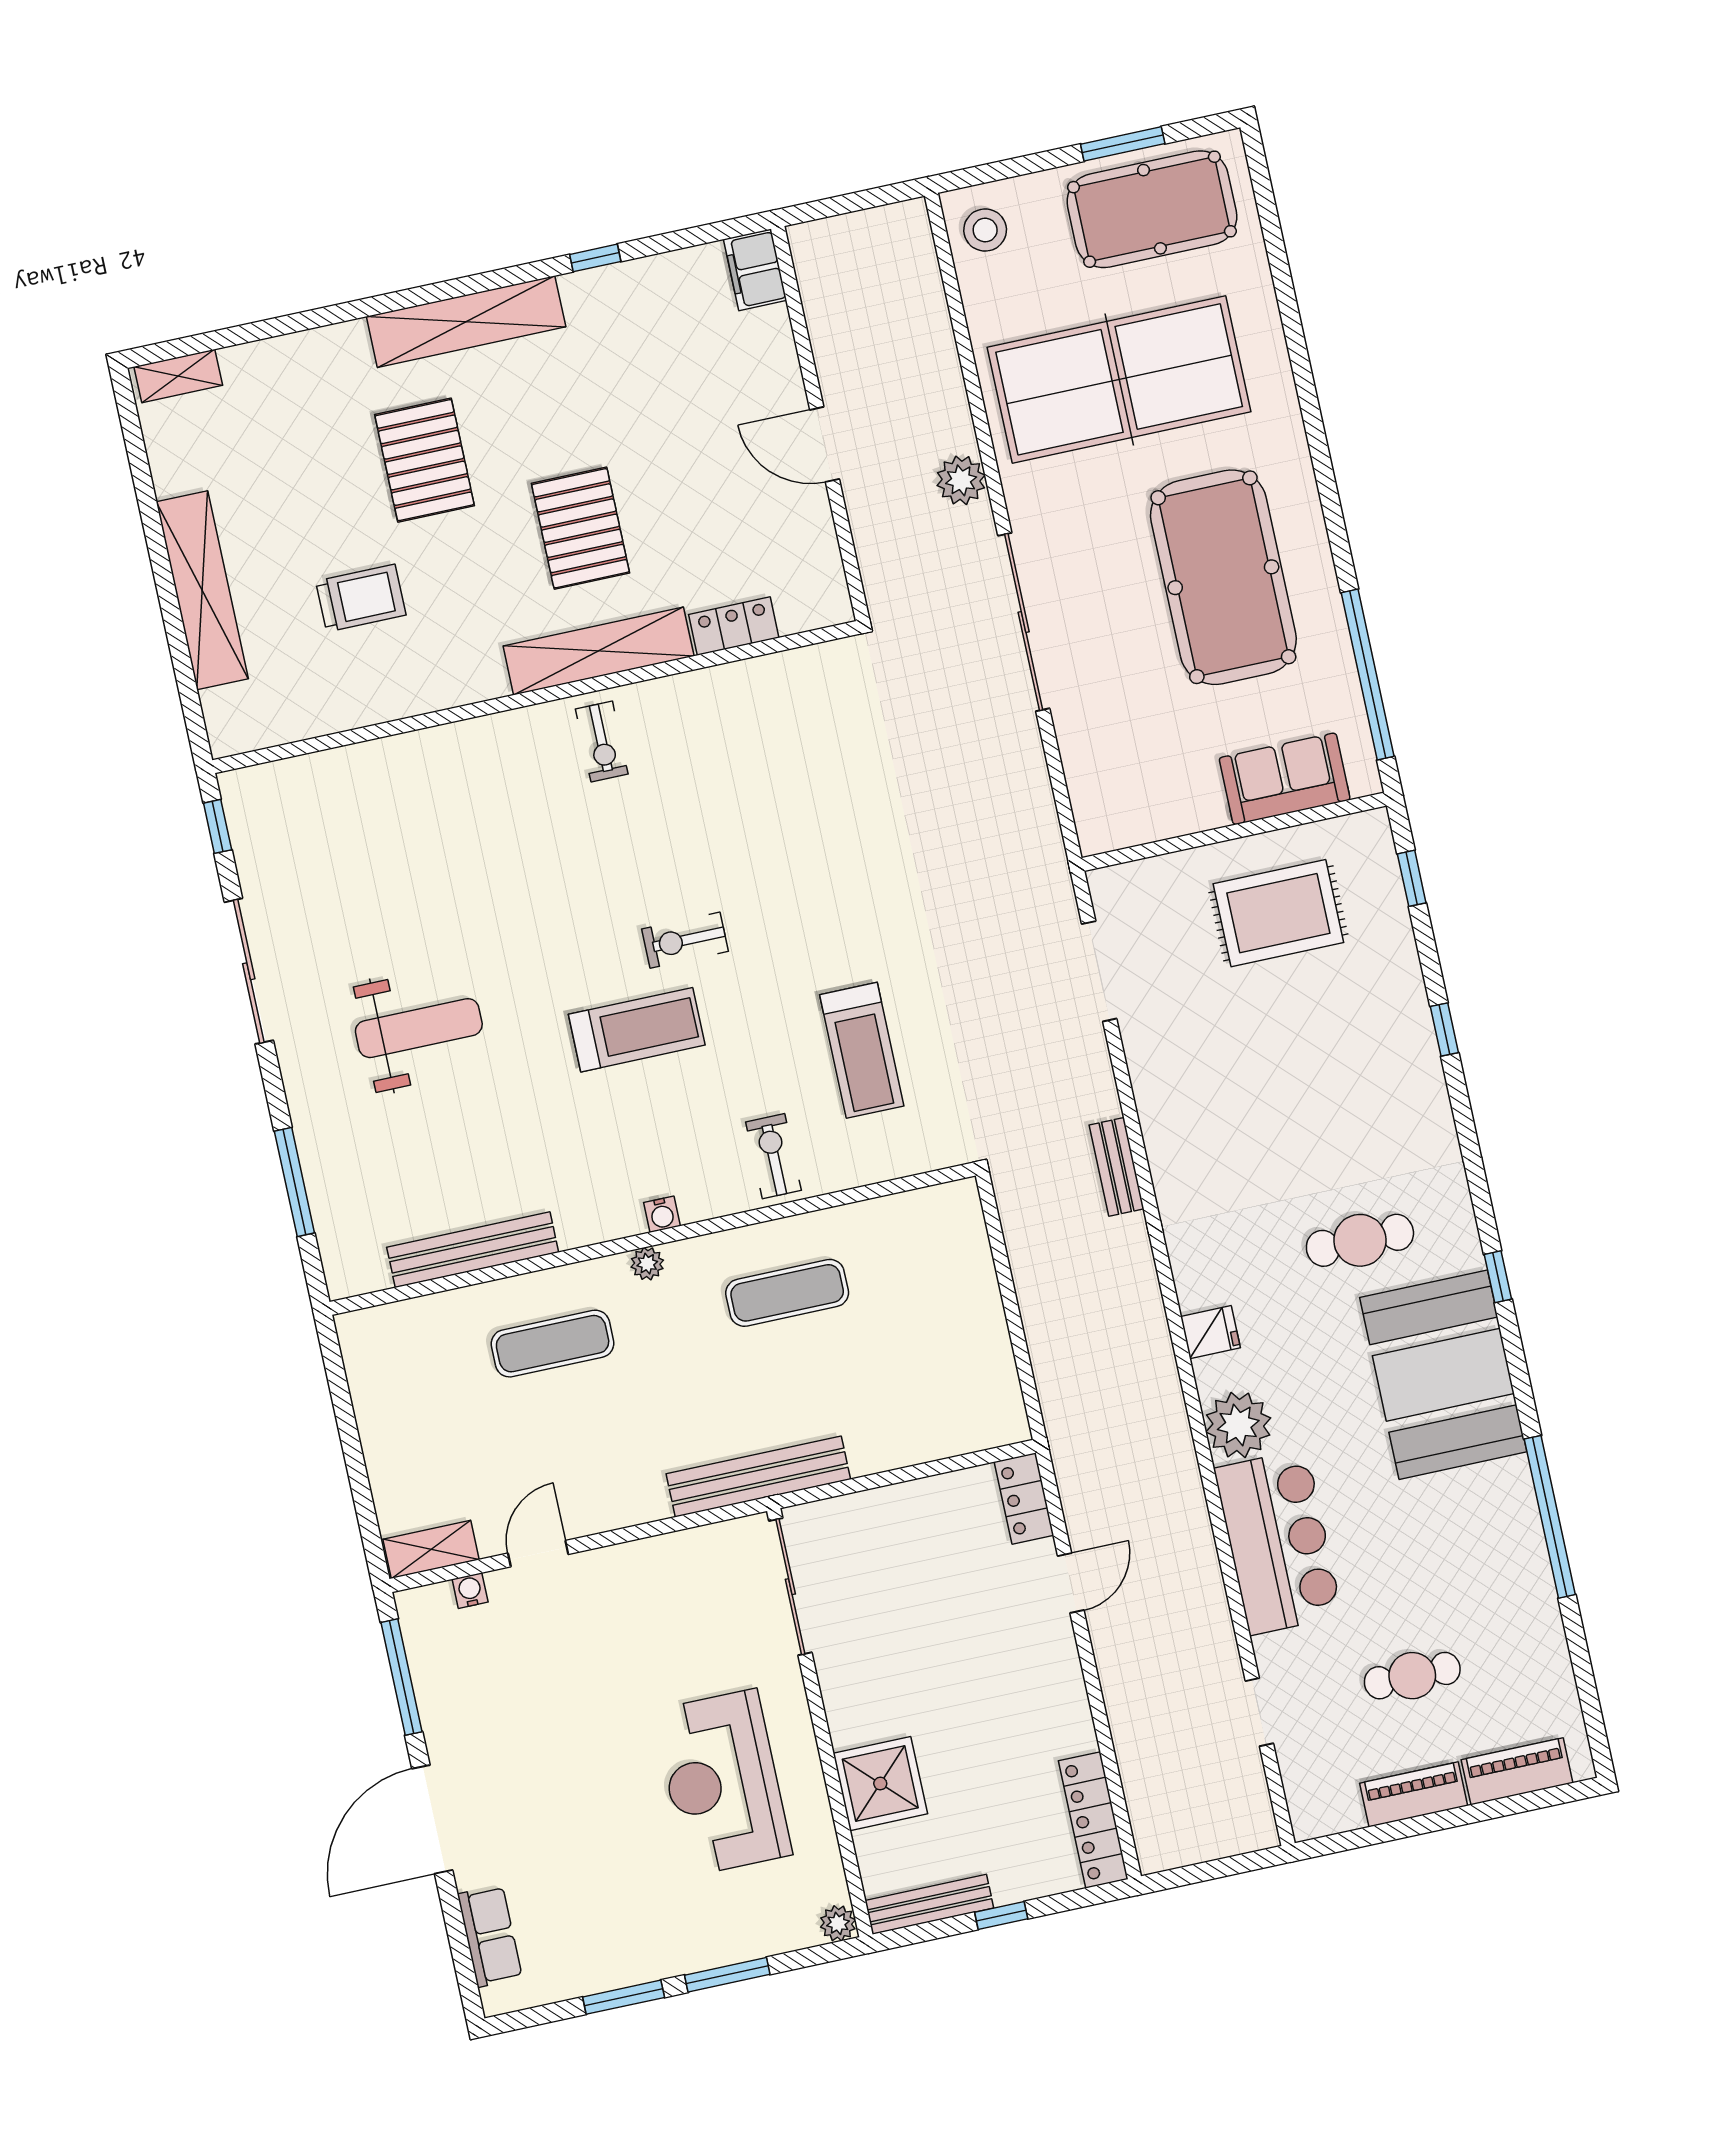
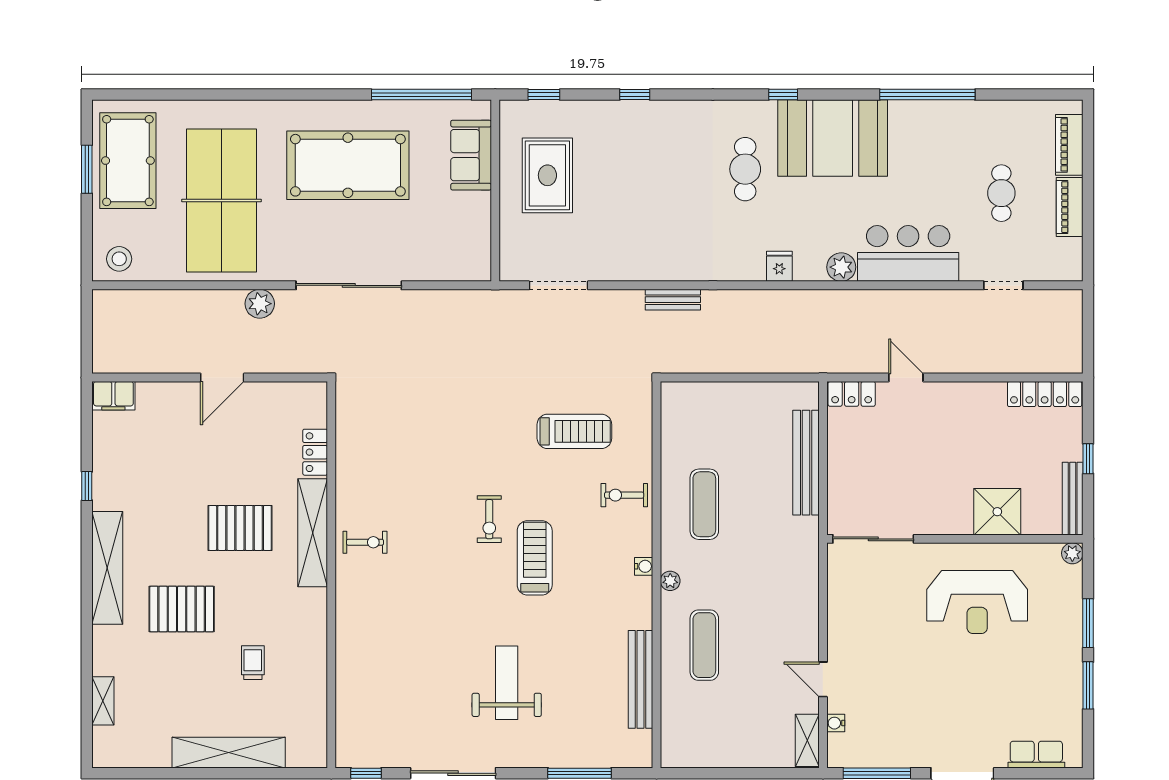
shelving: (178, 376) -> (103, 701), moved
trolley: (361, 598) -> (253, 663), width x0.73, depth x0.72
plant: (1238, 1425) -> (841, 267), width x0.73, depth x0.73
bench: (758, 1477) -> (806, 463), moved

